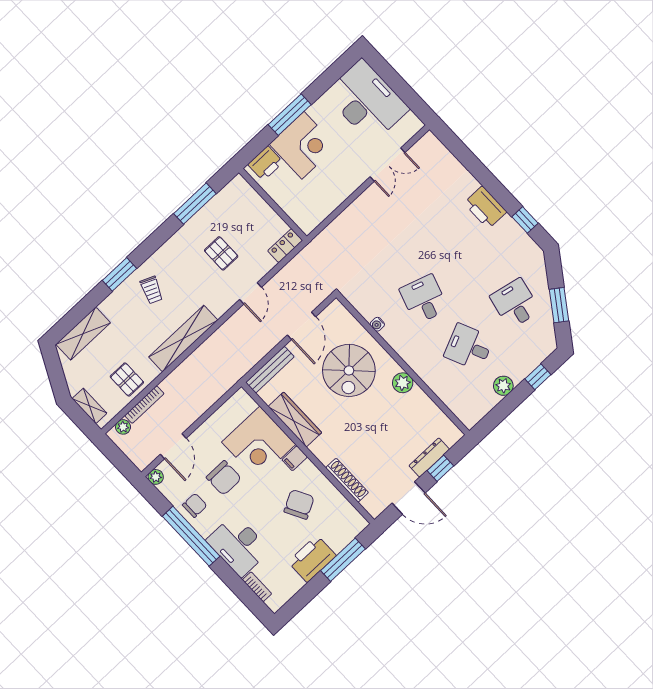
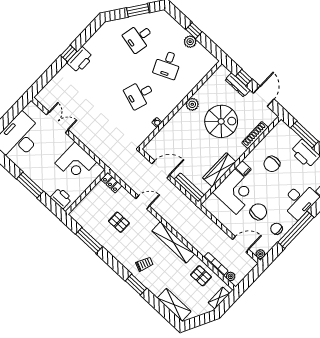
corner desk: (303, 145) -> (76, 163), moved, turned 180
window: (525, 220) -> (69, 53), moved
pallet: (221, 253) -> (119, 222), turned 90
spiral stairs: (349, 370) -> (221, 121), moved
window: (538, 377) -> (194, 31), moved
pallet: (127, 379) -> (201, 276), turned 90
chair: (299, 504) -> (272, 164), turned -65

